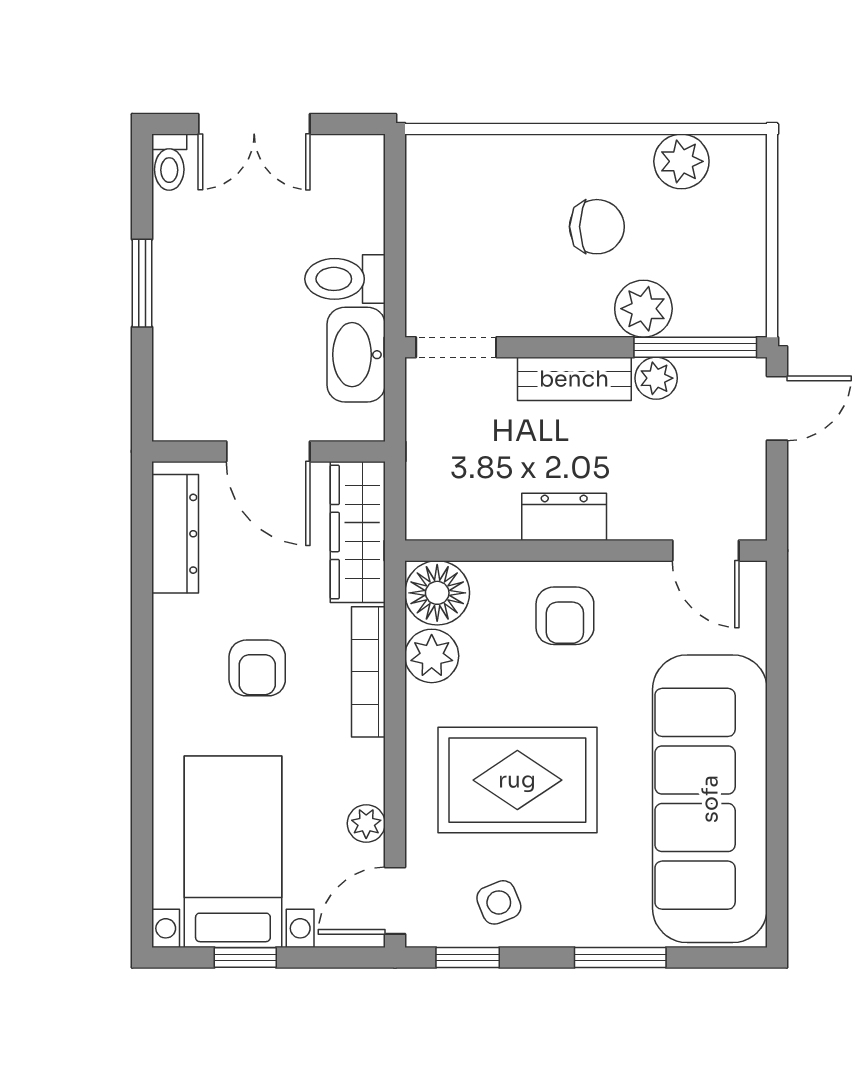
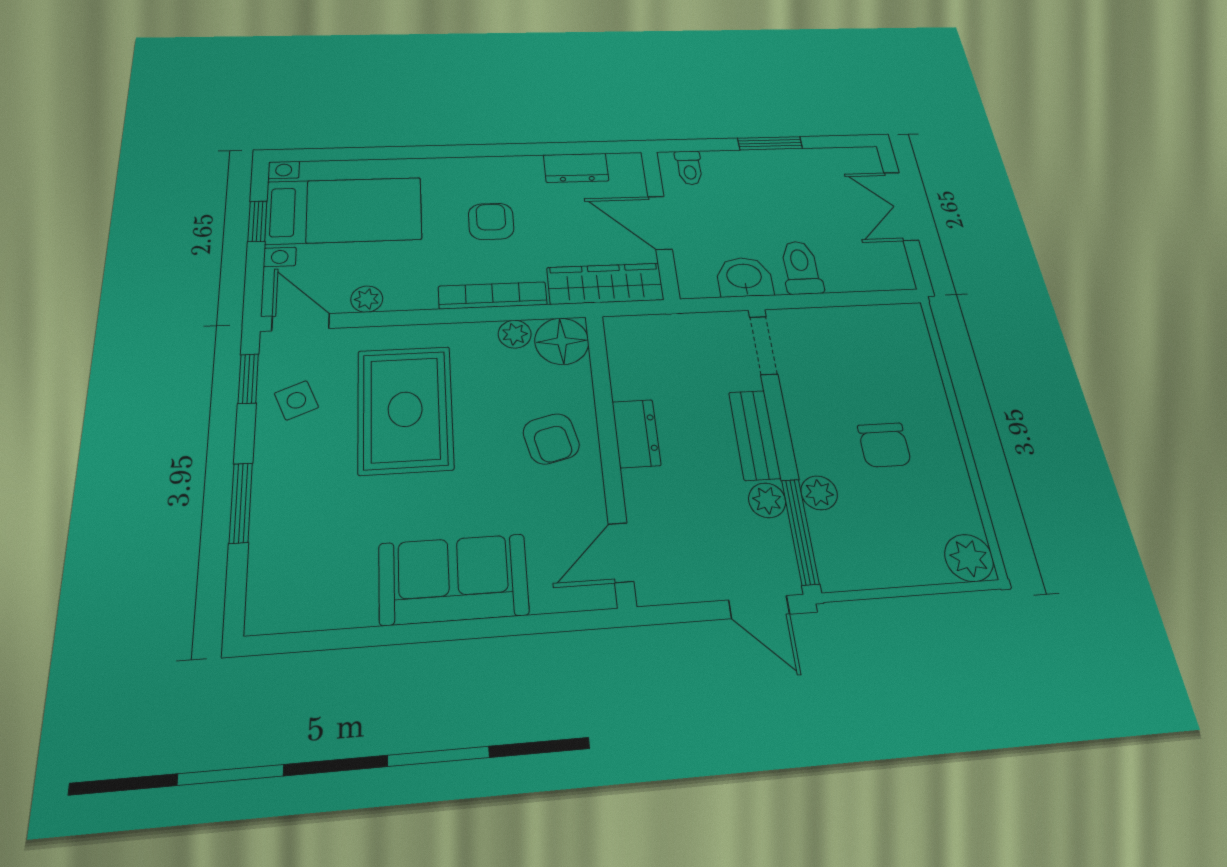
plant: (681, 161) -> (969, 558), moved
toilet: (169, 162) -> (689, 168), moved, turned -90
plant: (643, 309) -> (819, 493), width x0.73, depth x0.73
washbasin: (356, 355) -> (744, 277), width x0.72
door: (268, 451) -> (660, 223), hinge flipped
dresser: (175, 534) -> (576, 168), width x0.70
armchair: (565, 616) -> (551, 439), turned -104
plant: (432, 656) -> (515, 334), width x0.73, depth x0.73
armchair: (257, 668) -> (491, 221), turned 90
sofa: (710, 799) -> (453, 579), width x0.54, depth x0.79

